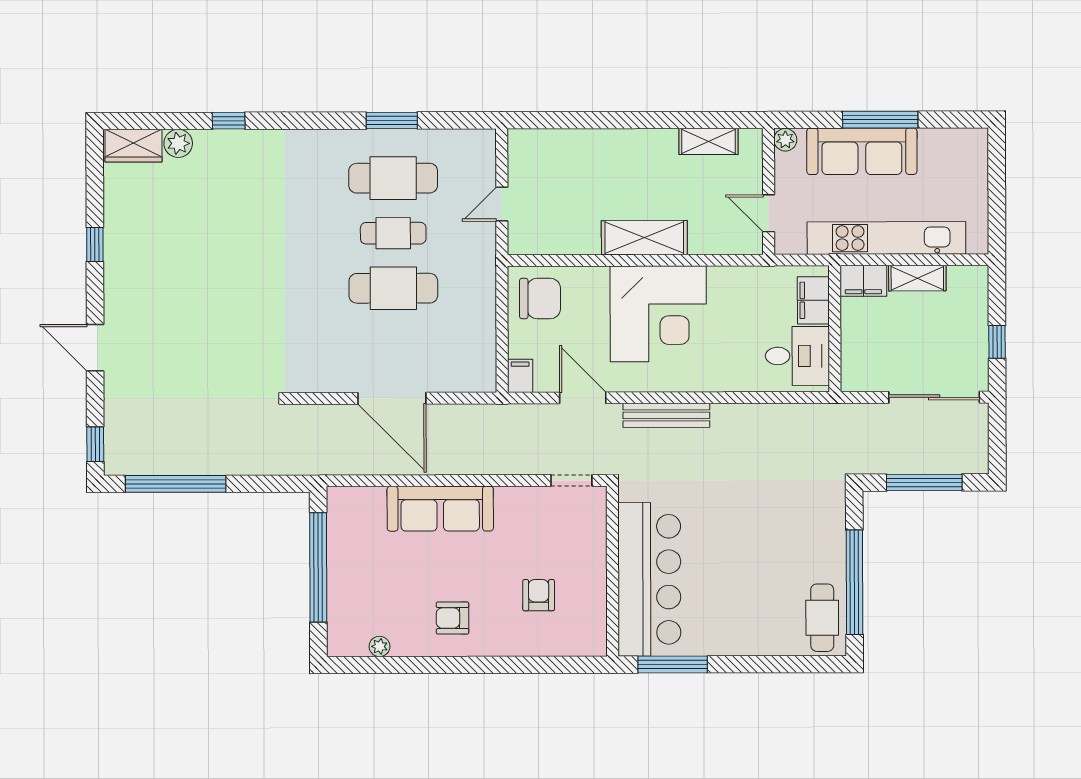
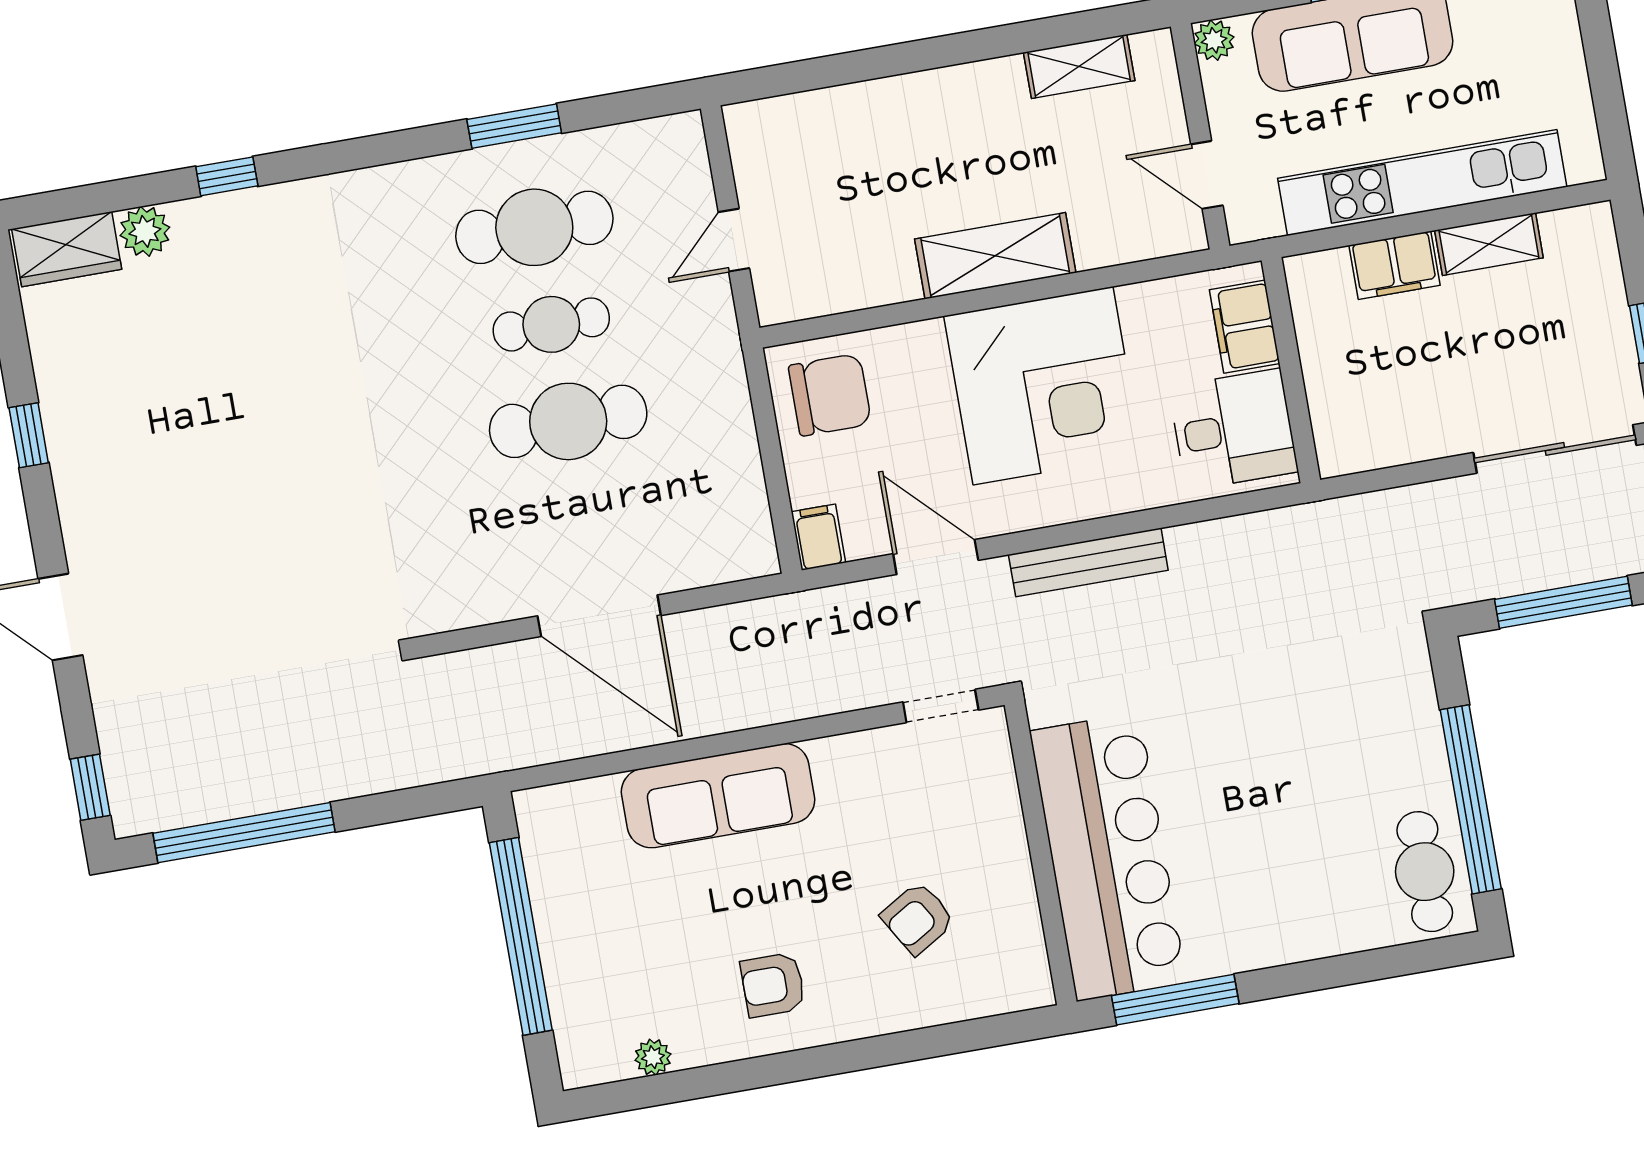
filing cabinet: (813, 300) -> (1245, 327), moved
wall: (835, 329) -> (1291, 370), moved
desk: (797, 356) -> (1233, 429), moved
armchair: (539, 595) -> (918, 918), turned -121

